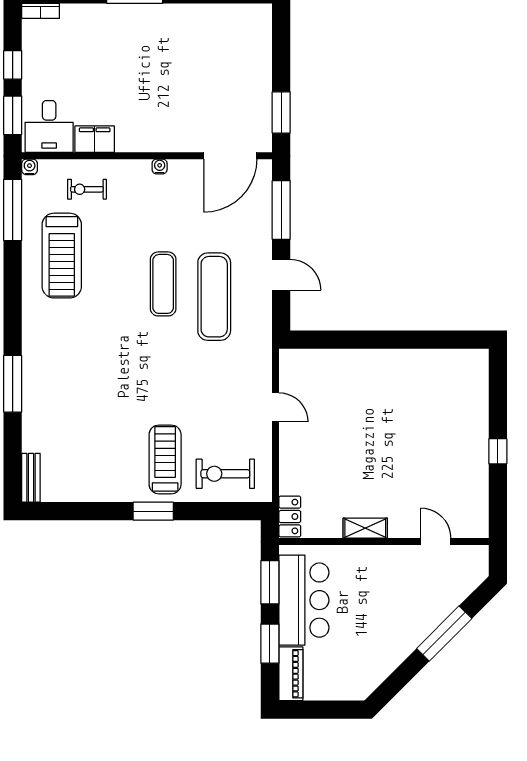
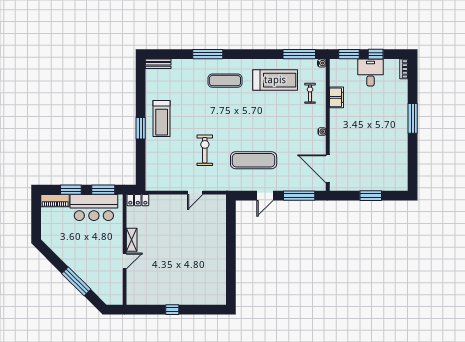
window: (281, 112) -> (371, 196), moved
desk: (49, 126) -> (370, 73), moved, turned 90
treadmill: (62, 256) -> (275, 80), turned 180
exercise mat: (163, 284) -> (225, 81), moved
treadmill: (165, 459) -> (162, 118), moved, turned 90
exercise bike: (225, 474) -> (205, 150), moved
door: (436, 541) -> (125, 261), moved

